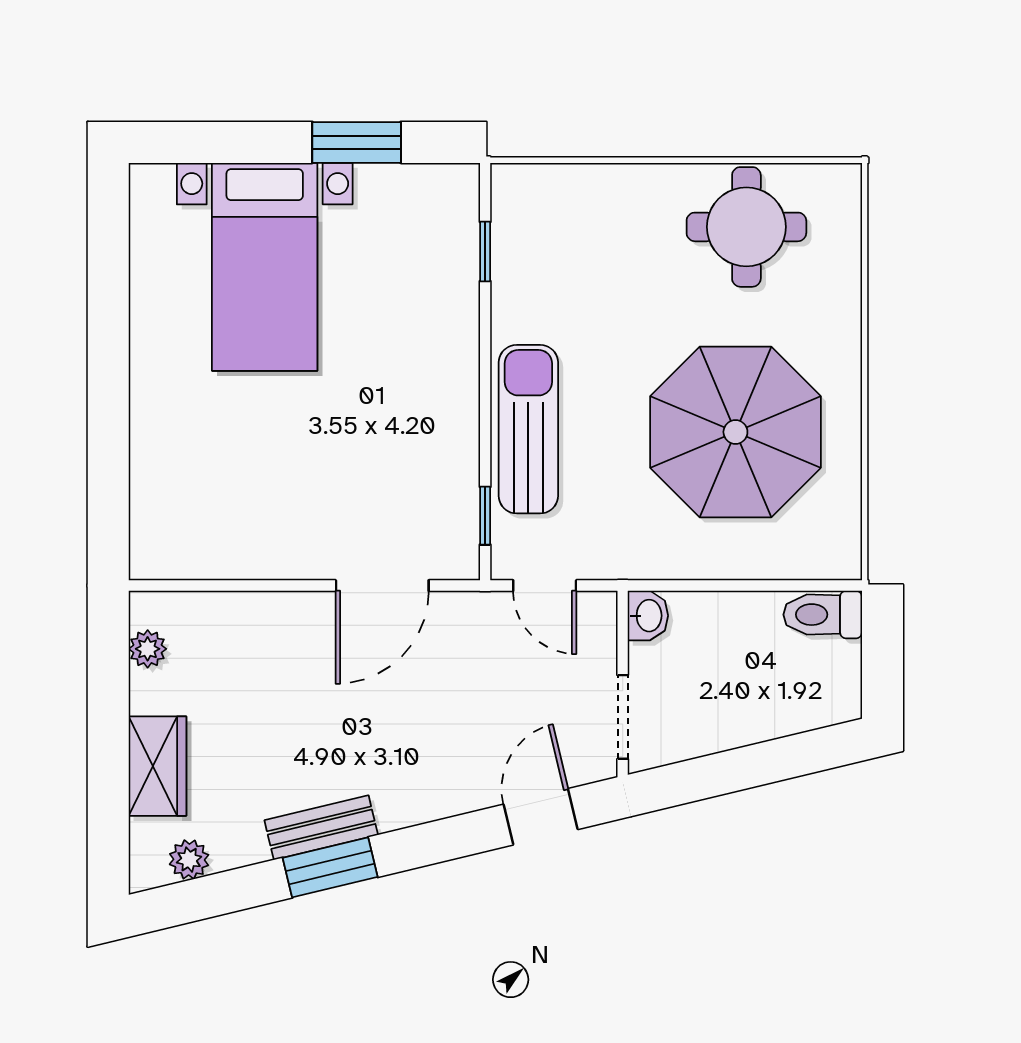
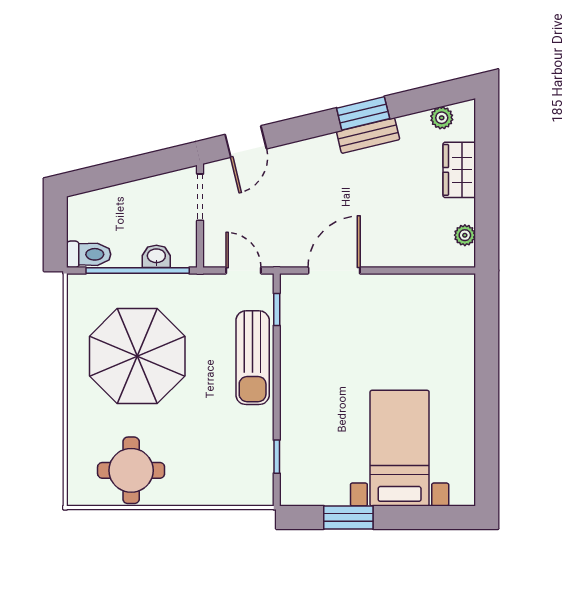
window: (735, 586) -> (138, 271), added
washbasin: (648, 616) -> (156, 256), moved, turned 90

